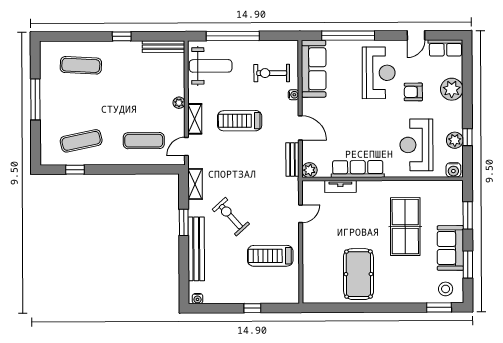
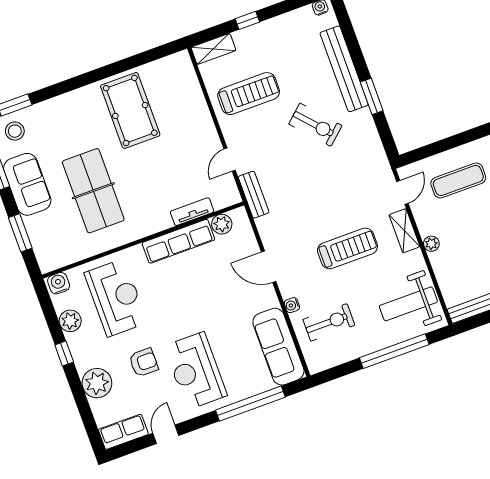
window: (467, 137) -> (64, 353), moved
bench: (292, 160) -> (254, 195), moved
plant: (309, 170) -> (222, 224), moved
shelving: (195, 184) -> (213, 49), moved, turned 90

